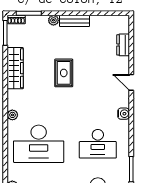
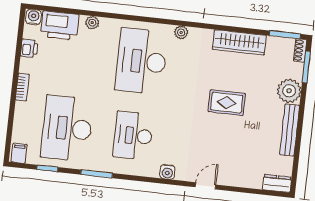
plant: (53, 20) -> (289, 91), width x1.87, depth x1.87
bench: (75, 21) -> (290, 130), width x1.36
dresser: (123, 45) -> (277, 183), moved

